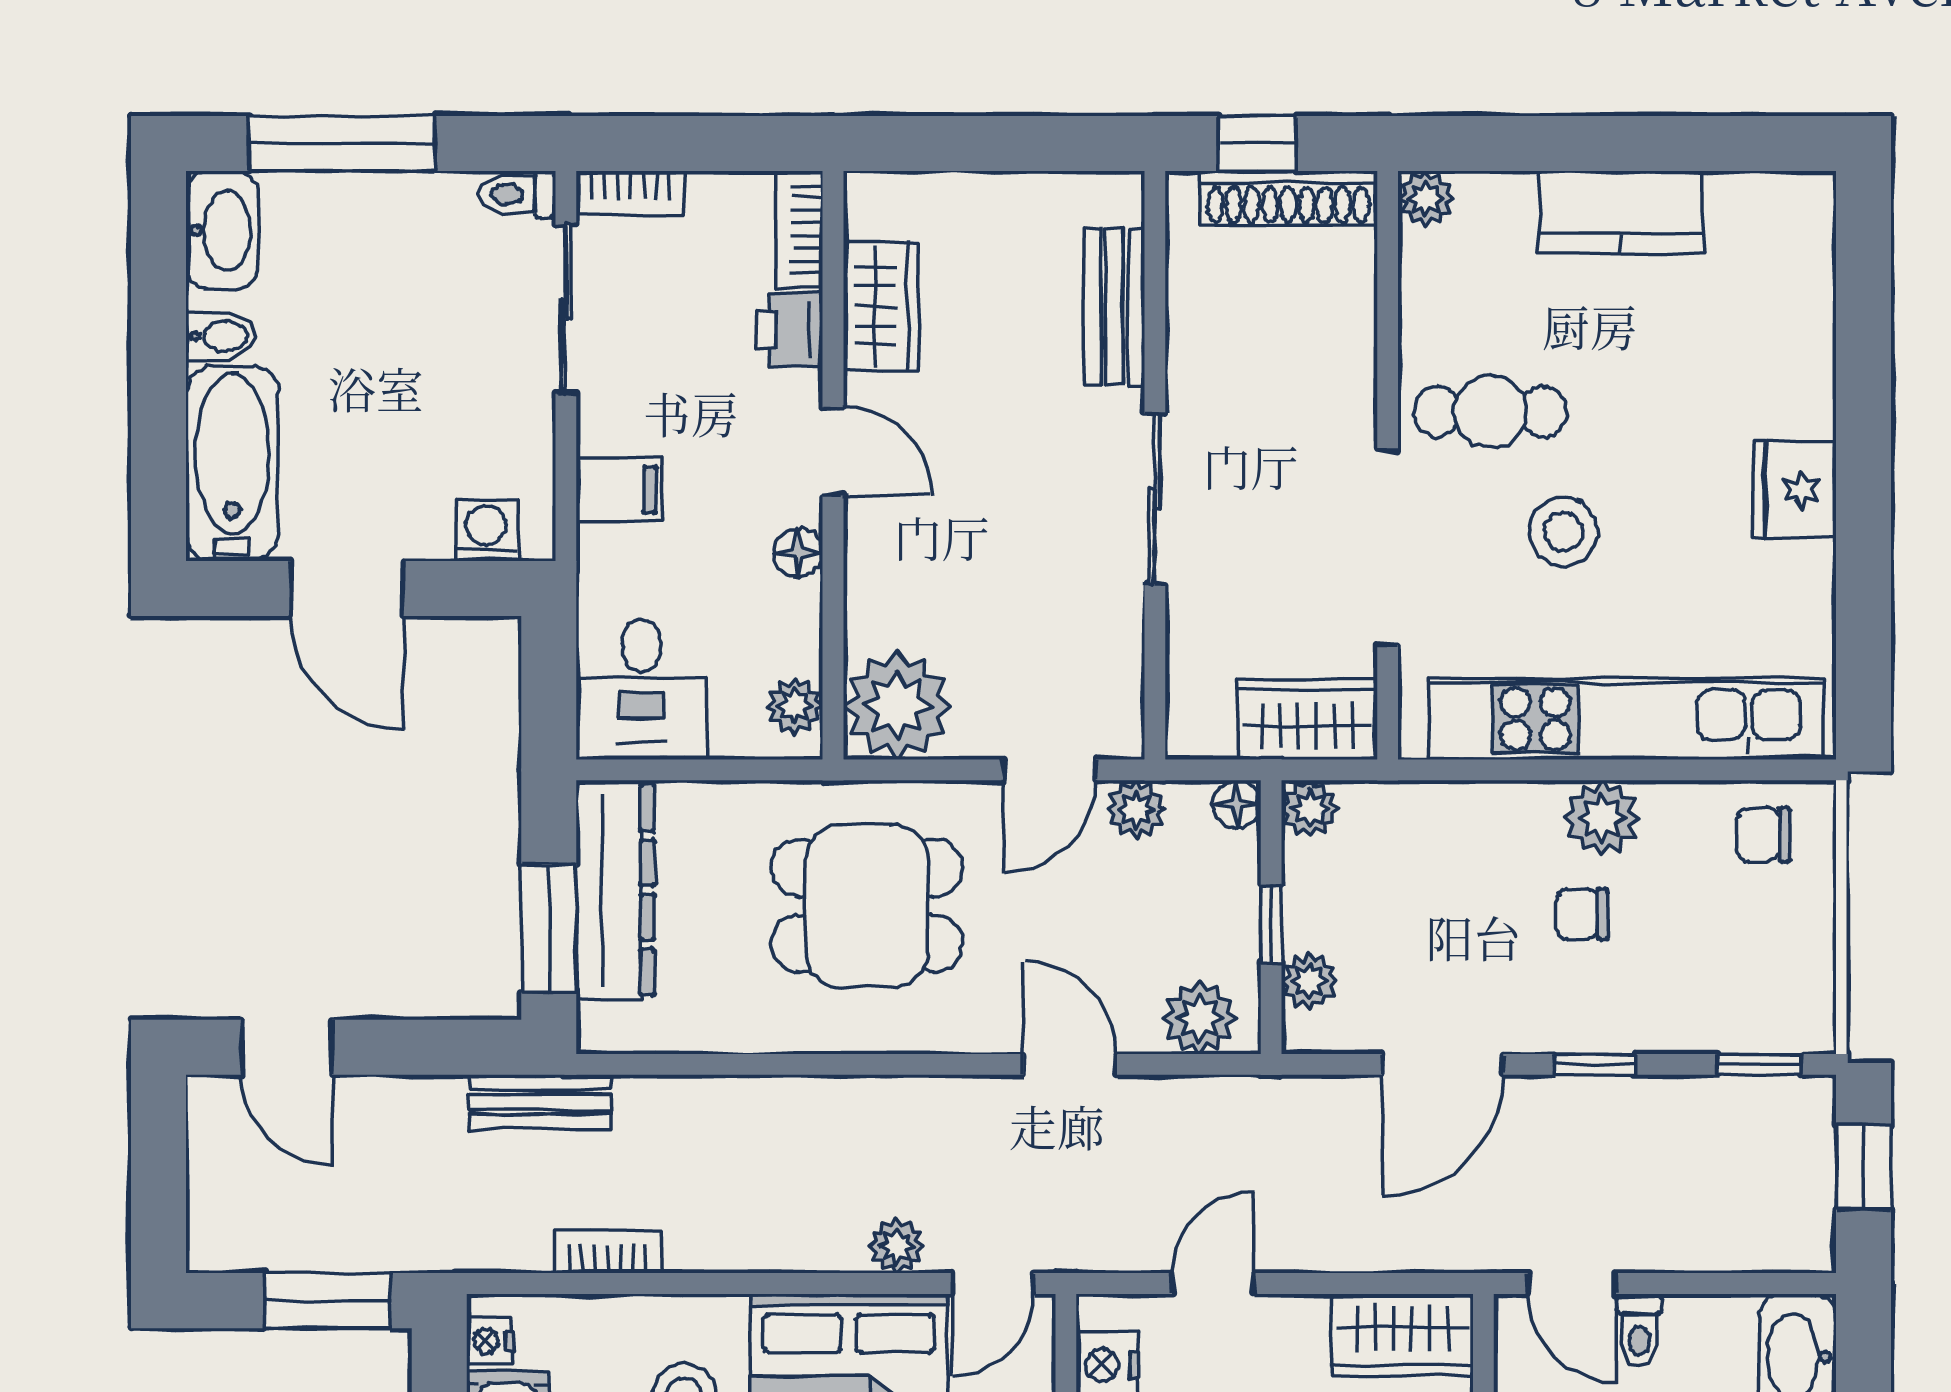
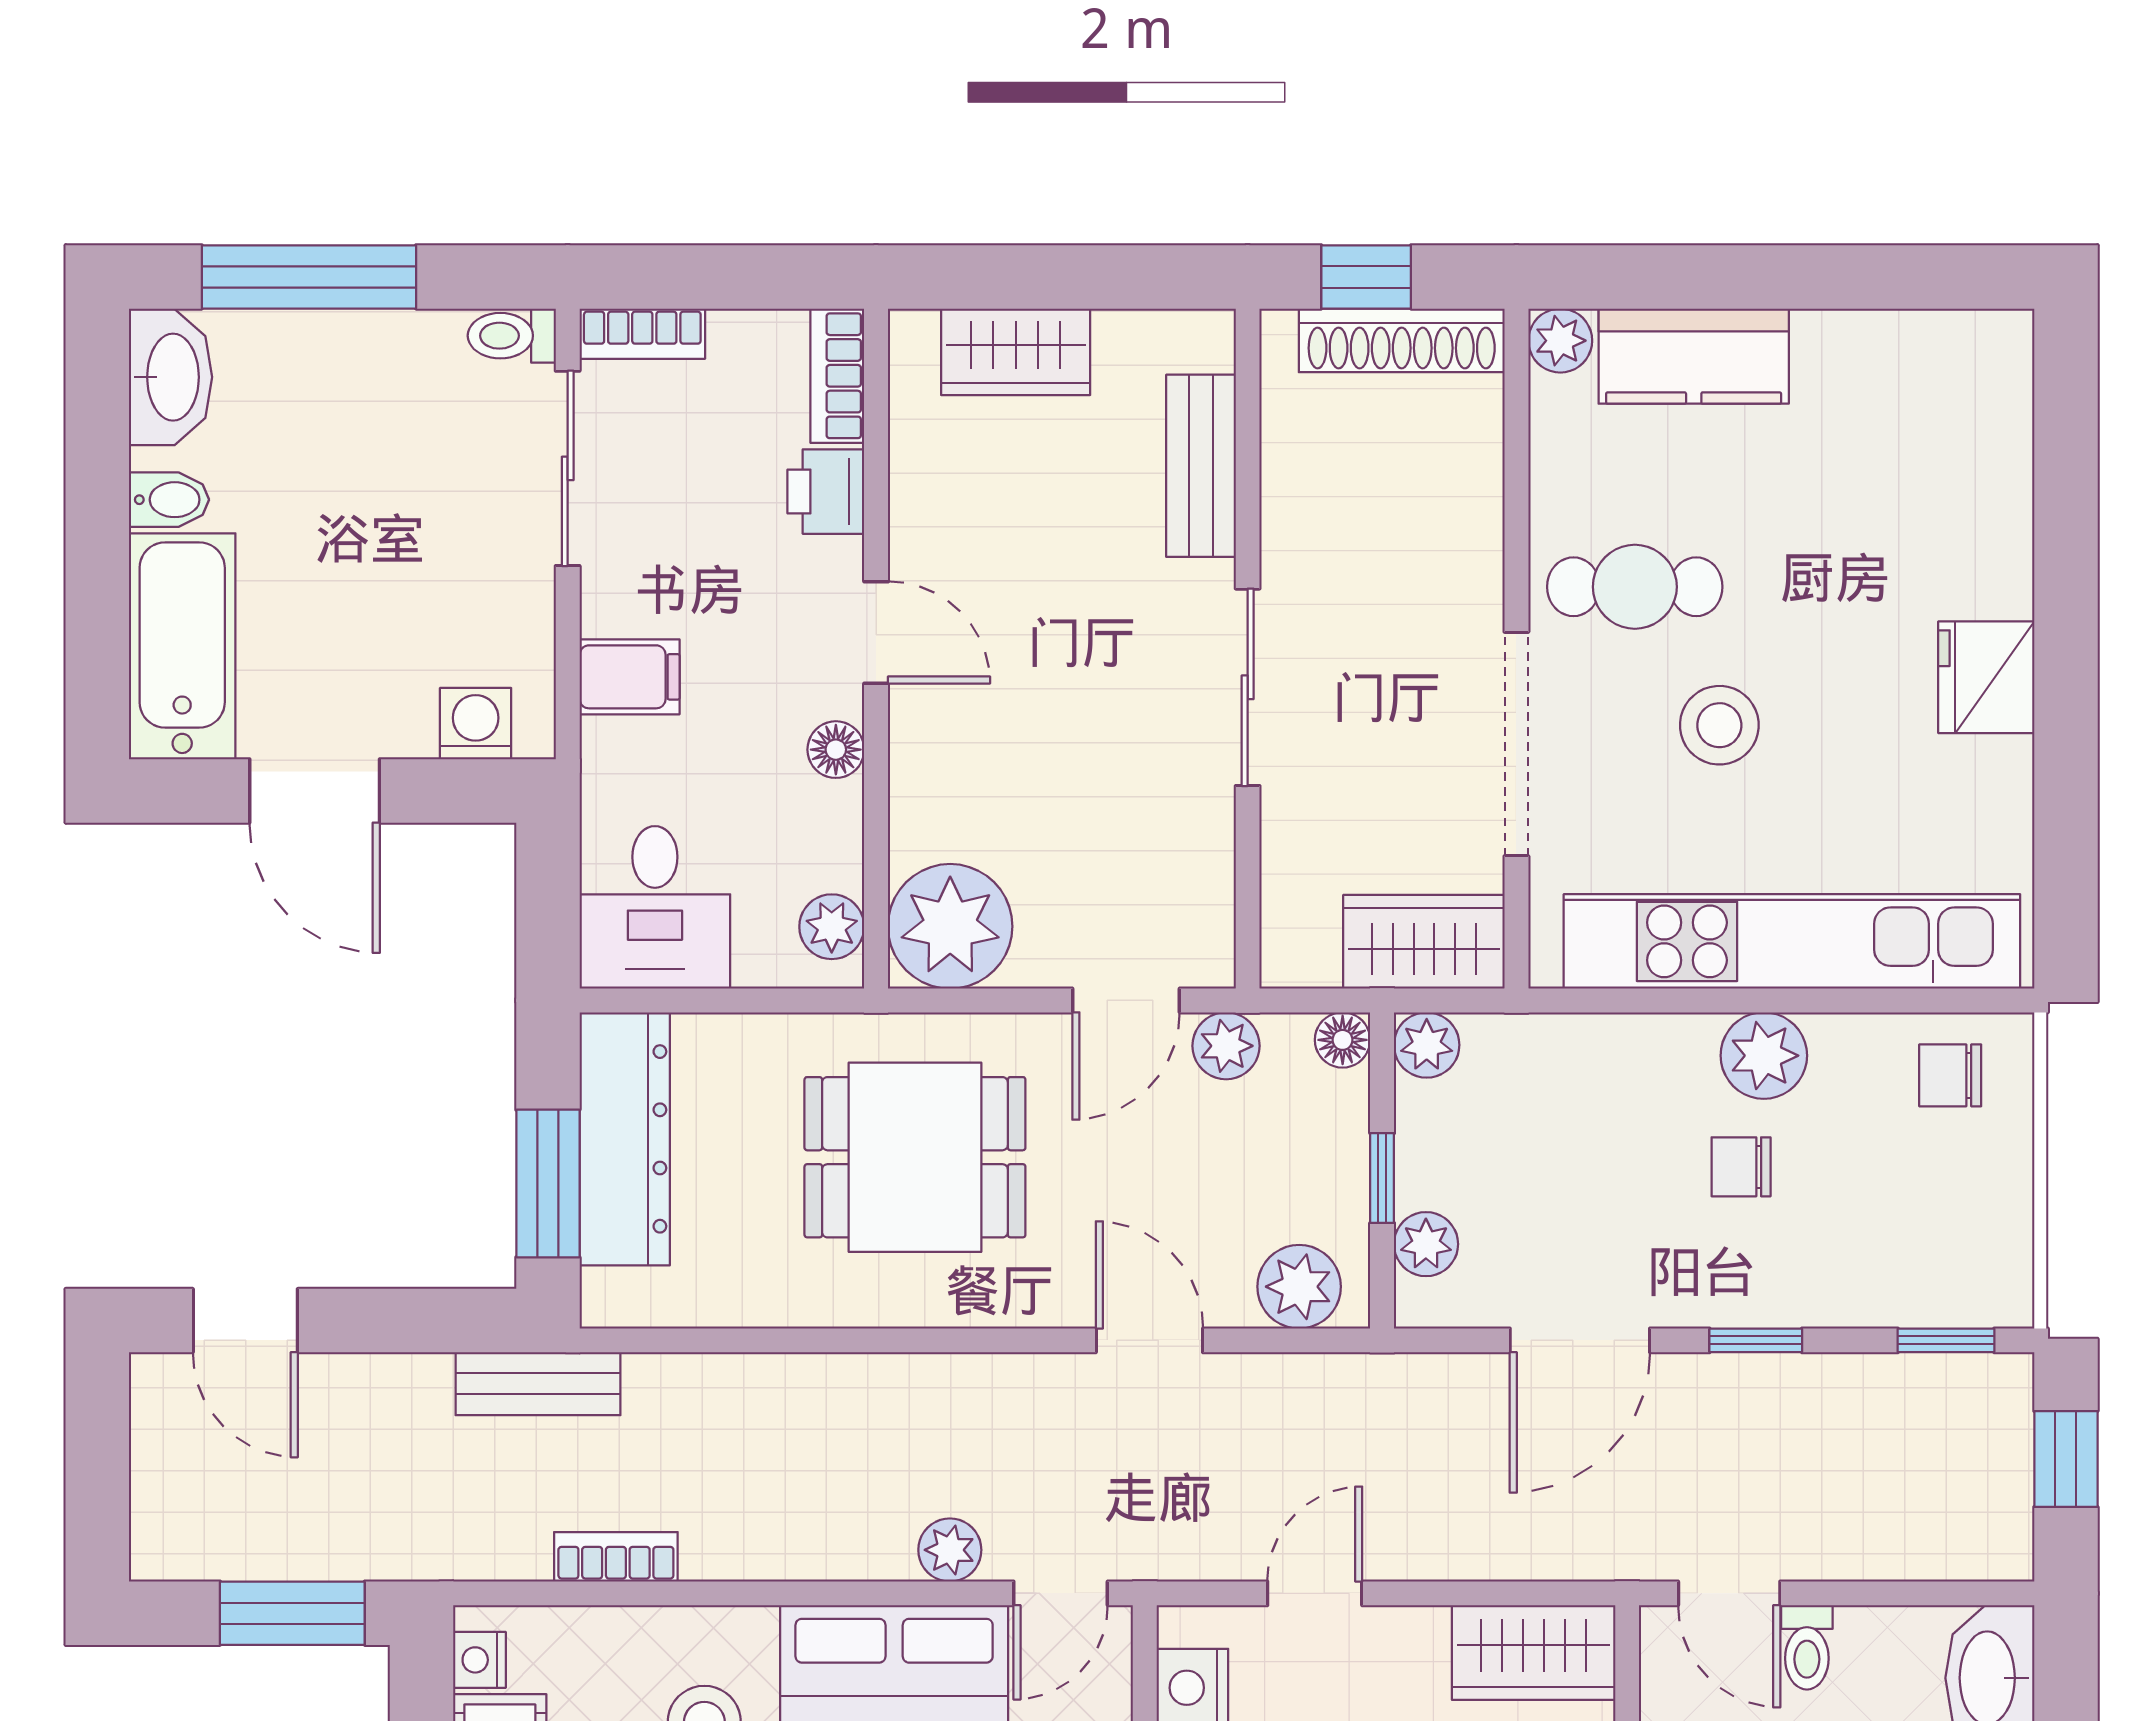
kitchen counter: (1621, 212) -> (1694, 356), moved
wardrobe: (881, 306) -> (1016, 352), moved, turned 90

